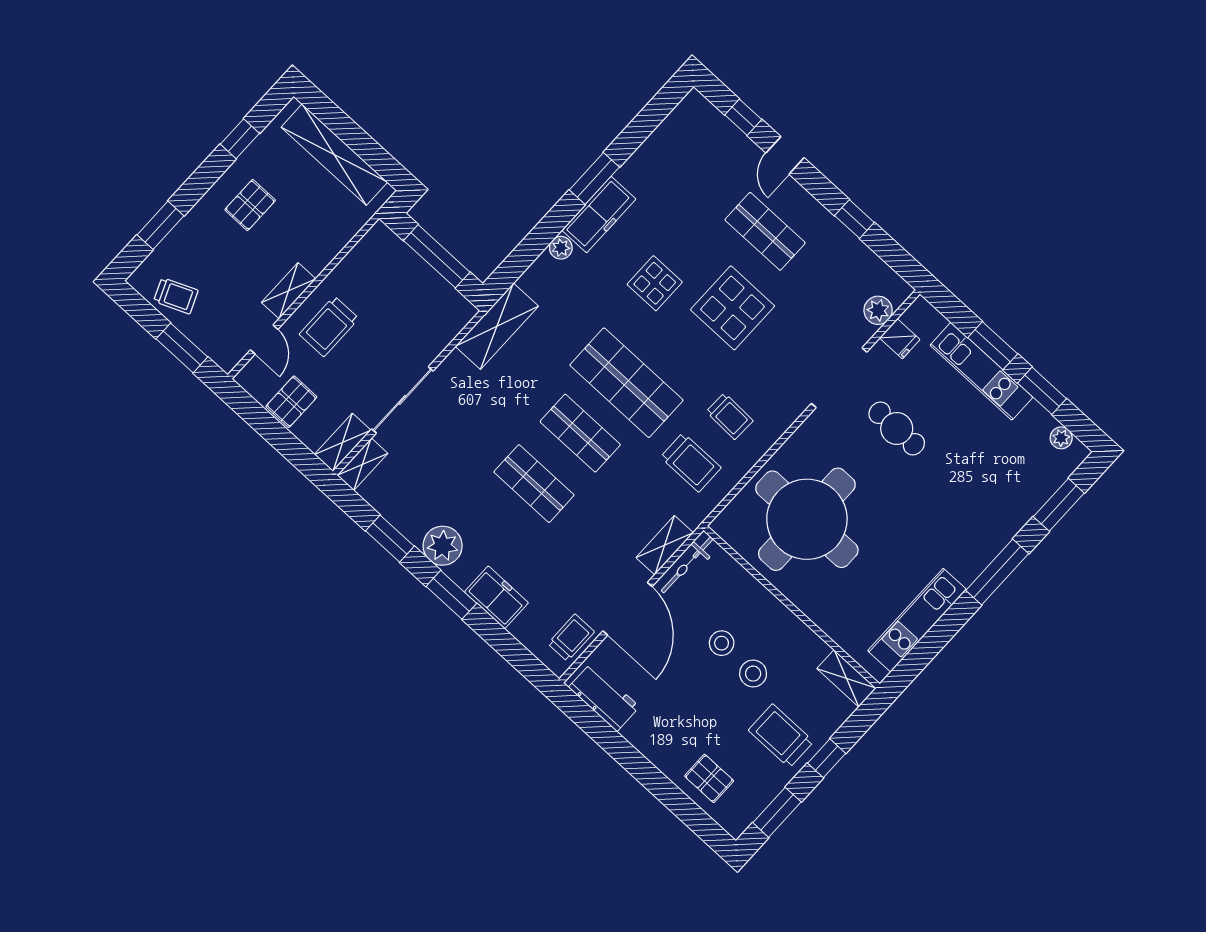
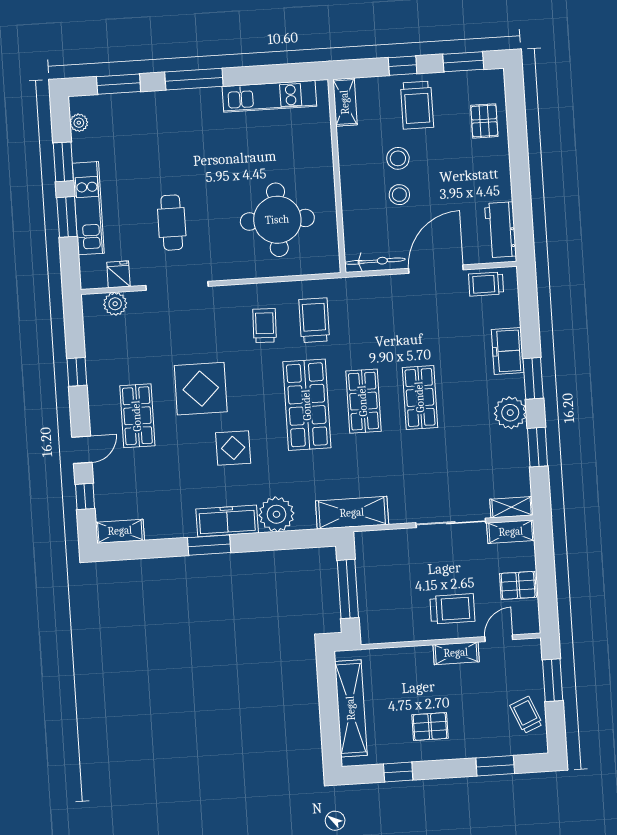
plant: (561, 248) -> (276, 514), width x1.87, depth x1.87
round table: (807, 519) -> (277, 220), width x0.73, depth x0.73
shelving: (665, 545) -> (120, 531), moved

